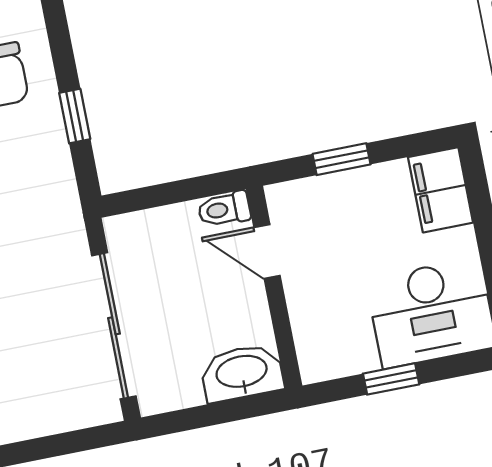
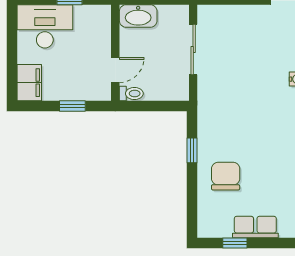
door: (267, 251) -> (115, 70), hinge flipped
sliding door: (114, 326) -> (193, 50), width x0.73

